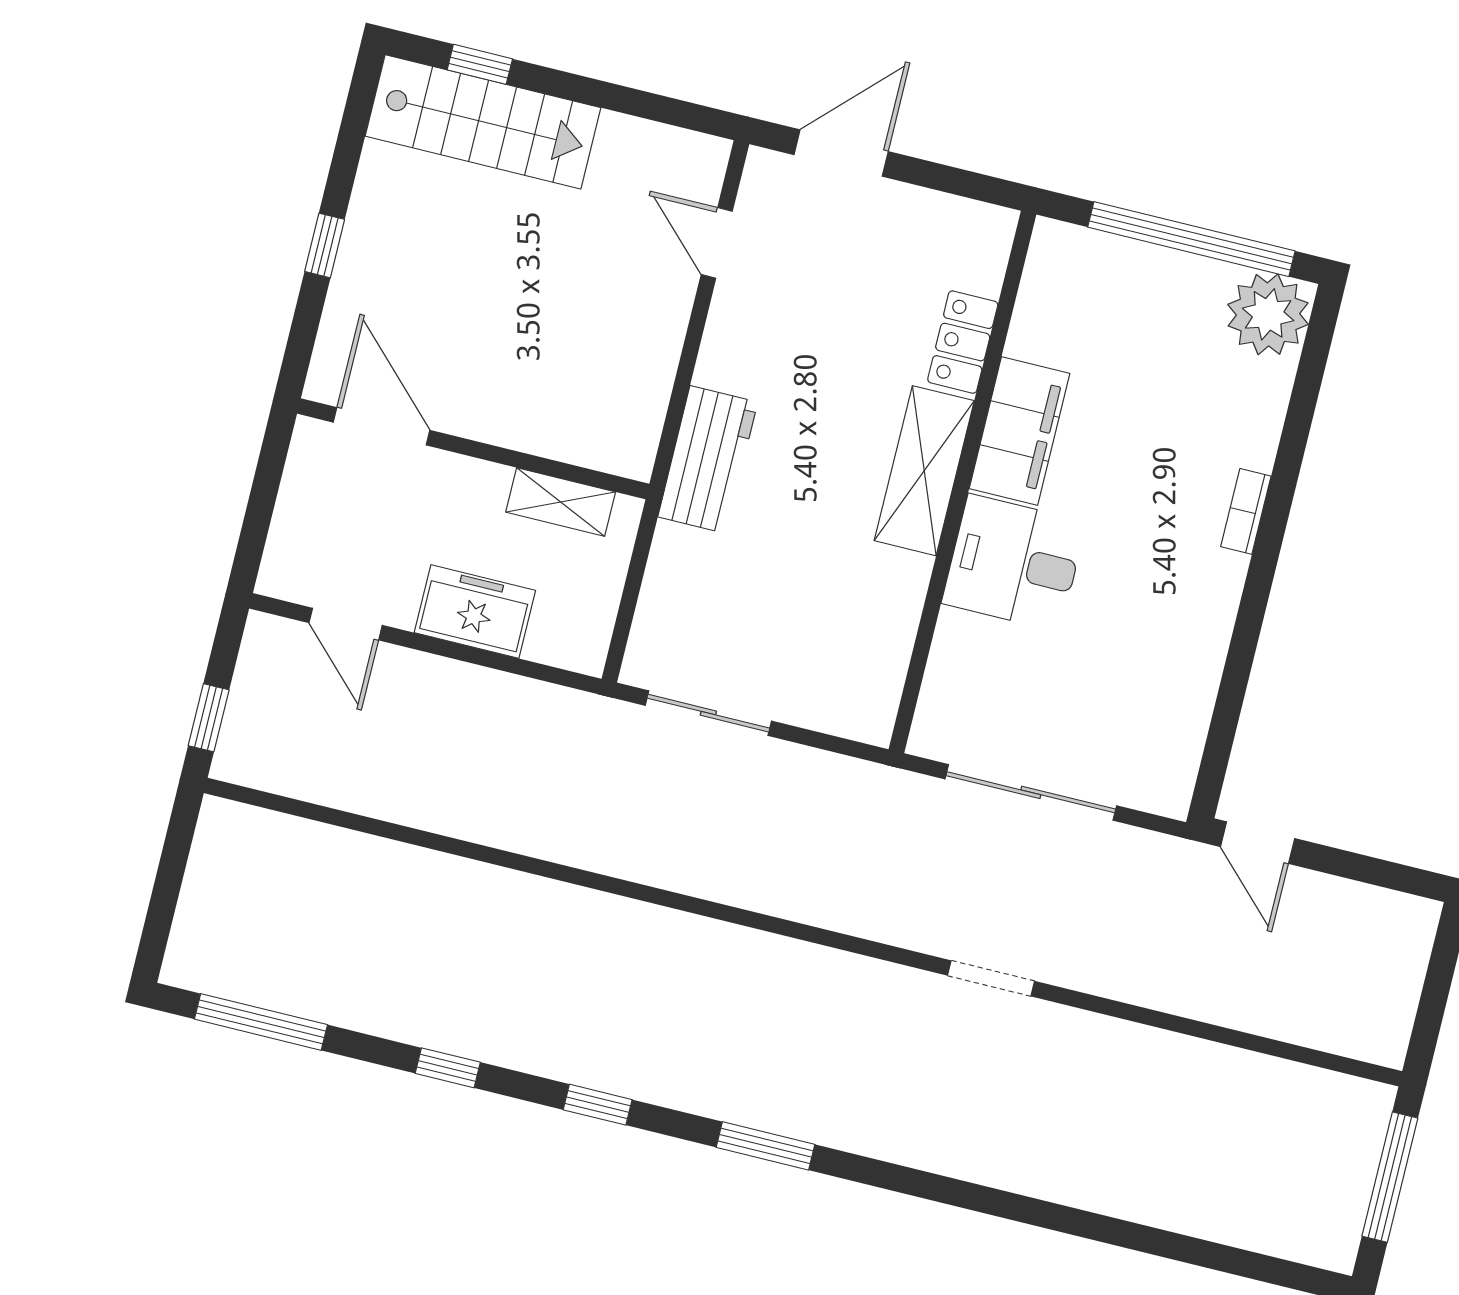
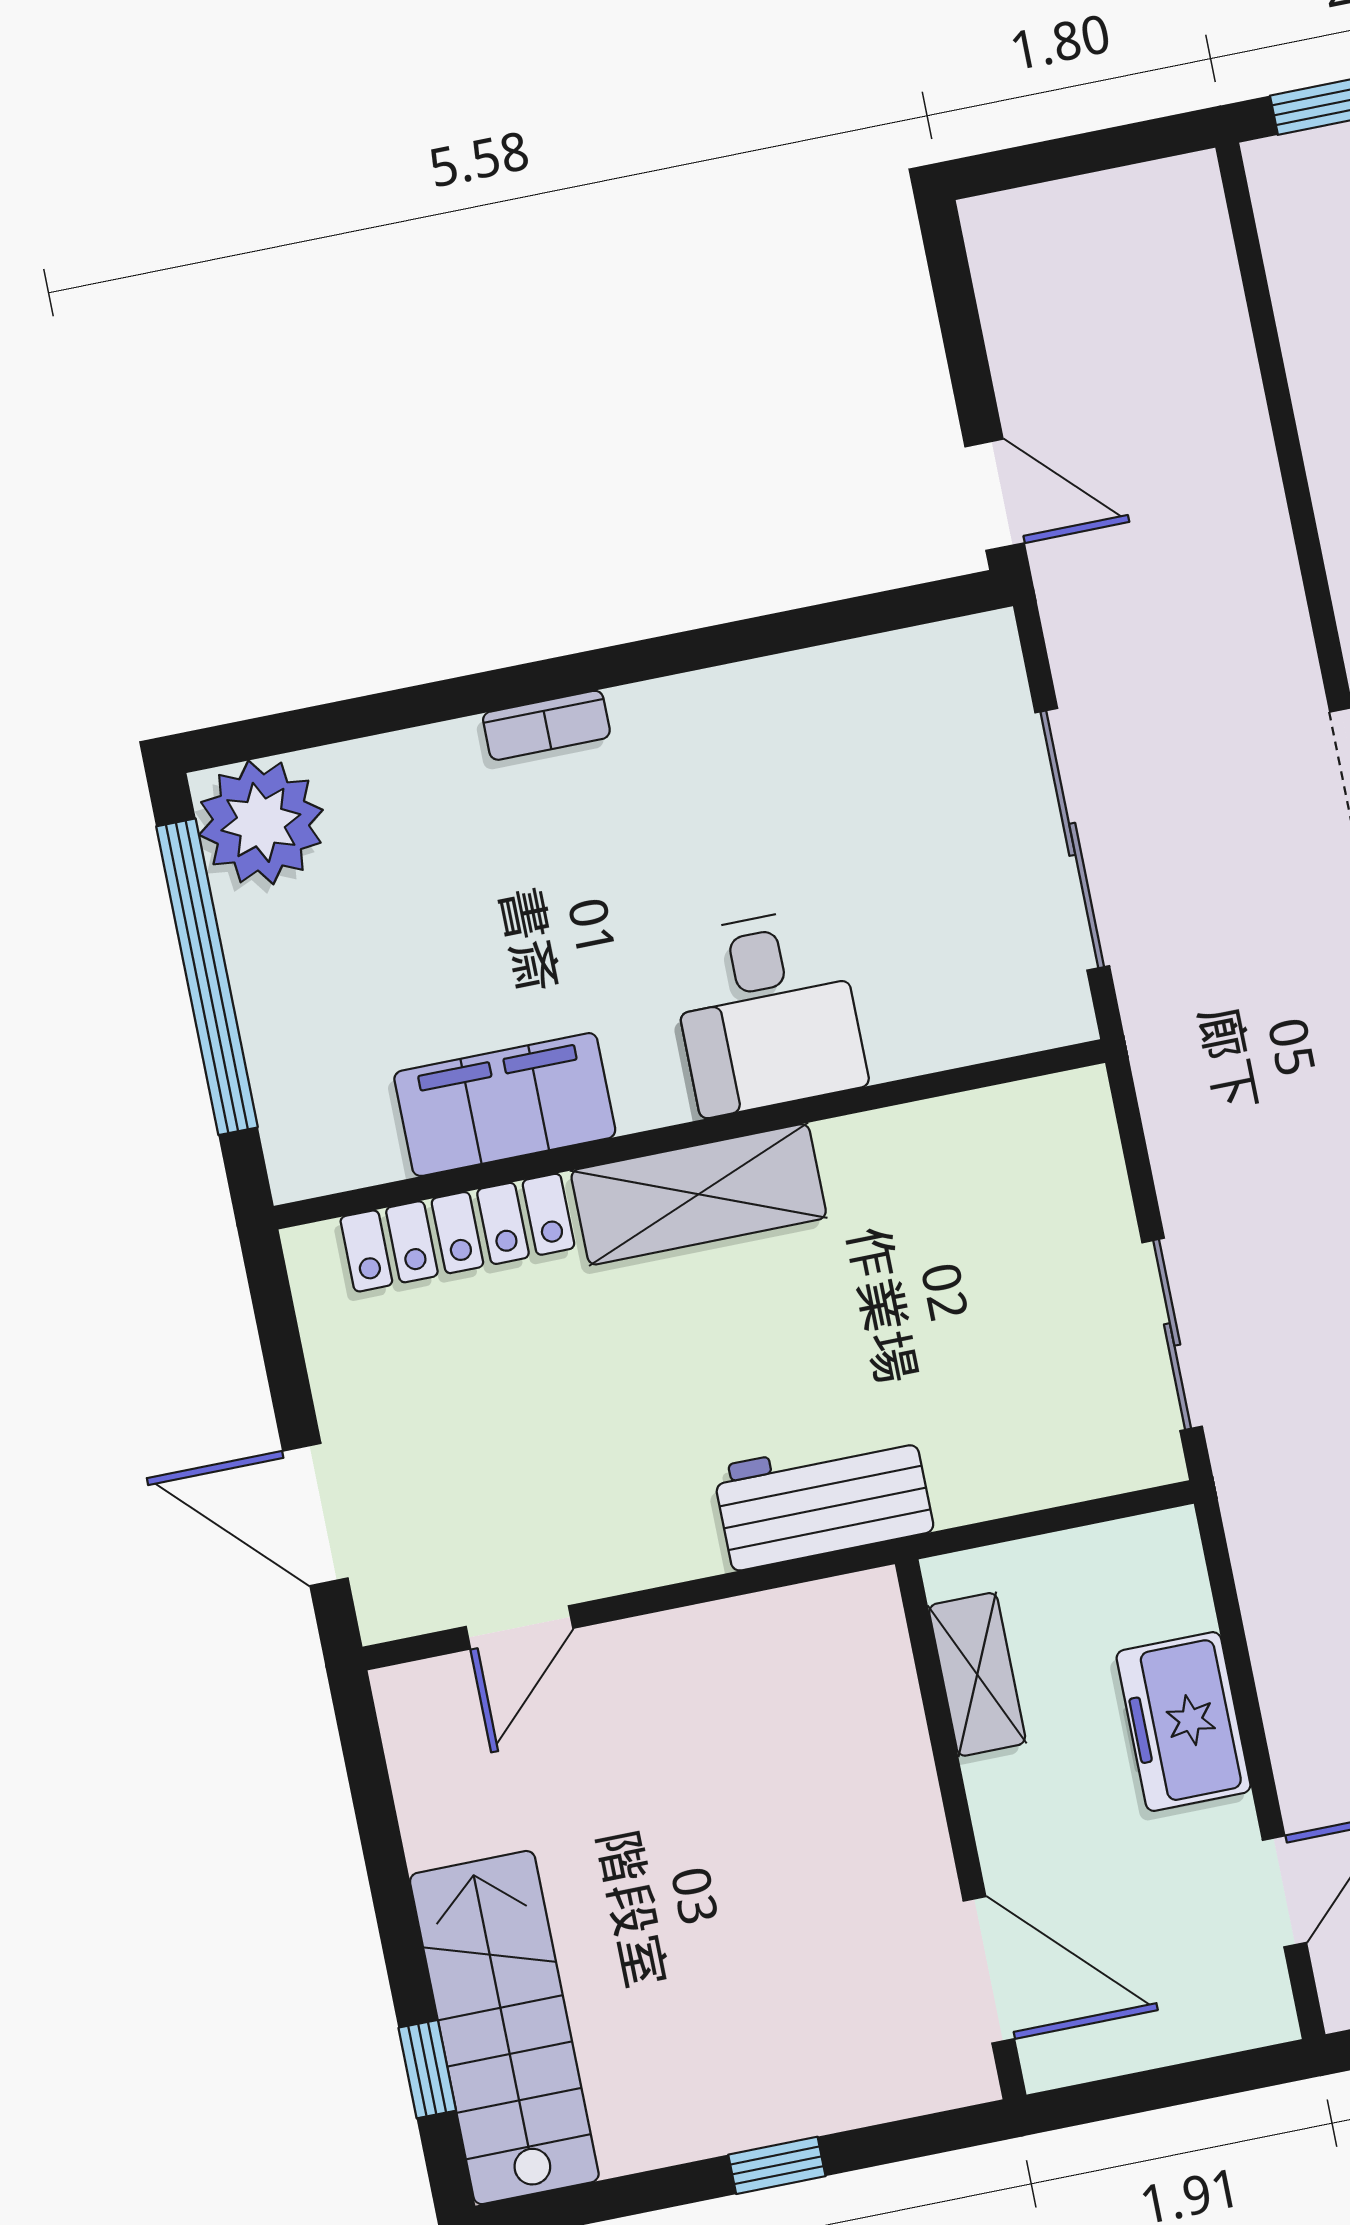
locker: (963, 342) -> (457, 1233), width x1.53
door: (382, 426) -> (989, 1970), swing flipped
filing cabinet: (1020, 431) -> (505, 1105), moved
door: (1258, 843) -> (995, 495), hinge flipped

